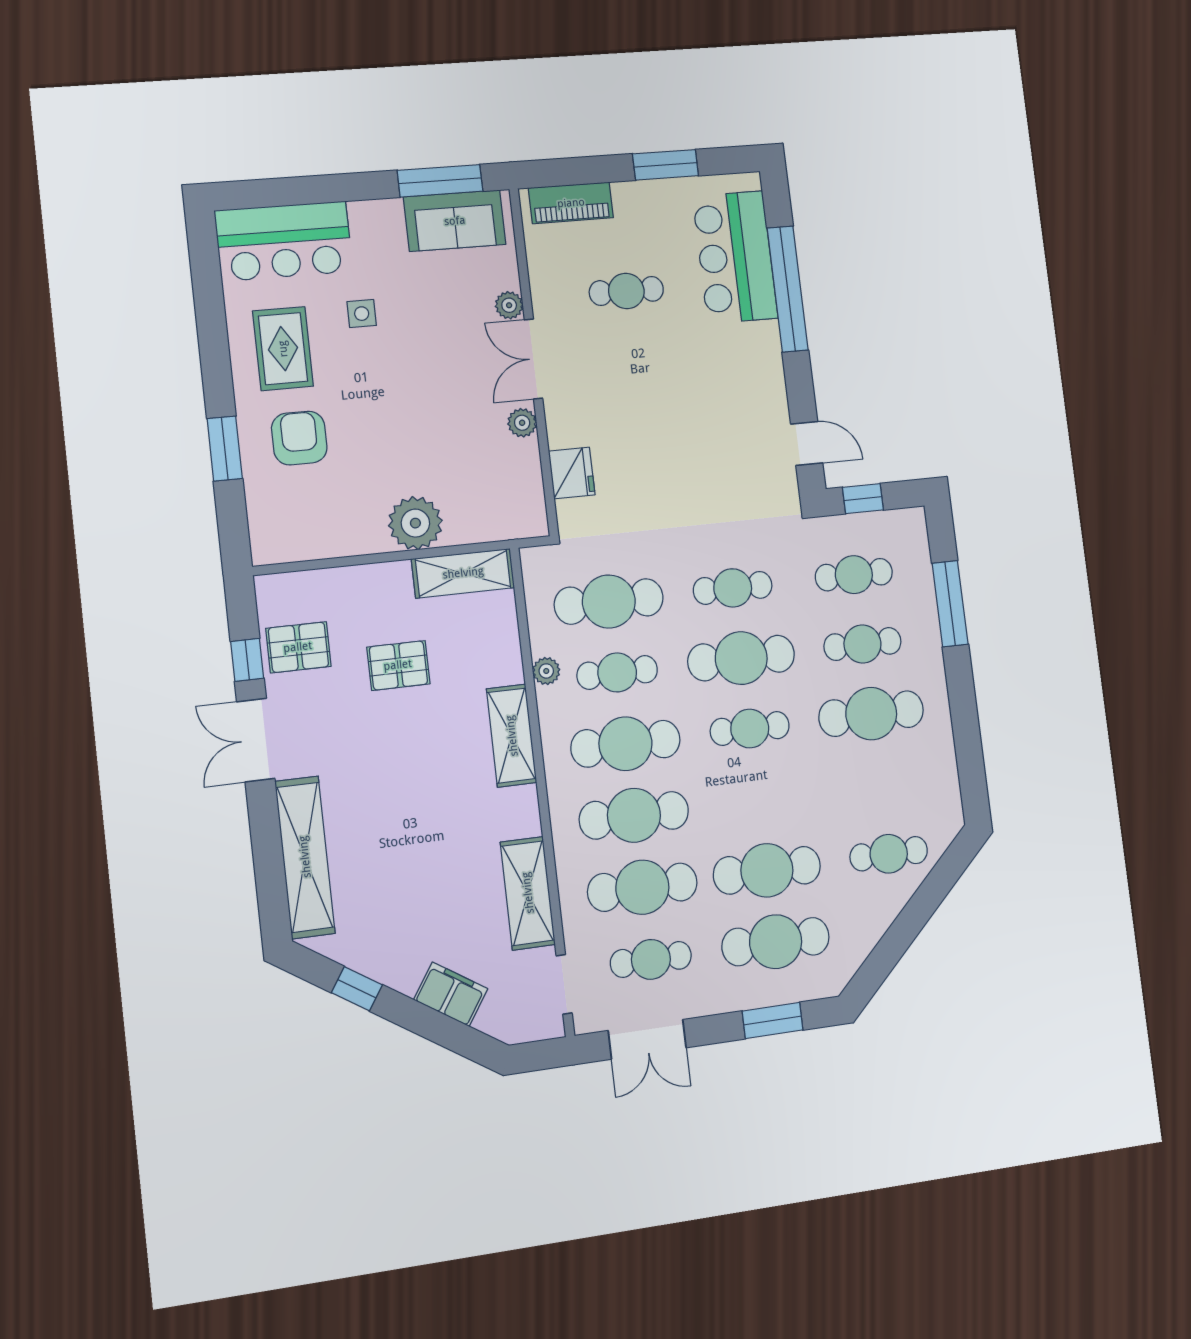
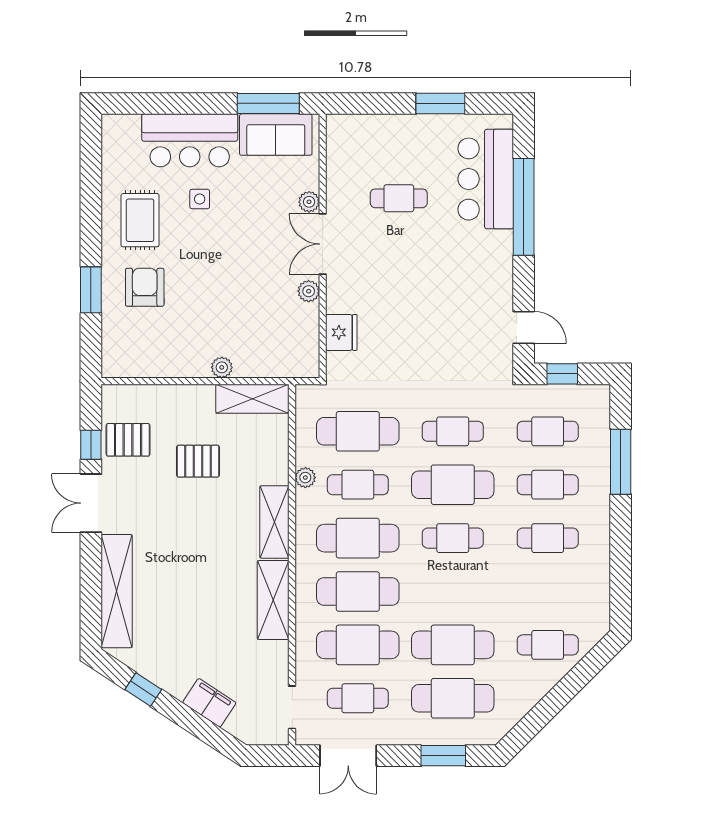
piano: (571, 203) -> (365, 128), removed
bar counter: (284, 241) -> (190, 140), moved
plant: (415, 523) -> (222, 367), width x0.53, depth x0.53
cafe table: (871, 714) -> (548, 538), width x0.73, depth x0.74
shelving: (528, 893) -> (273, 600), moved

